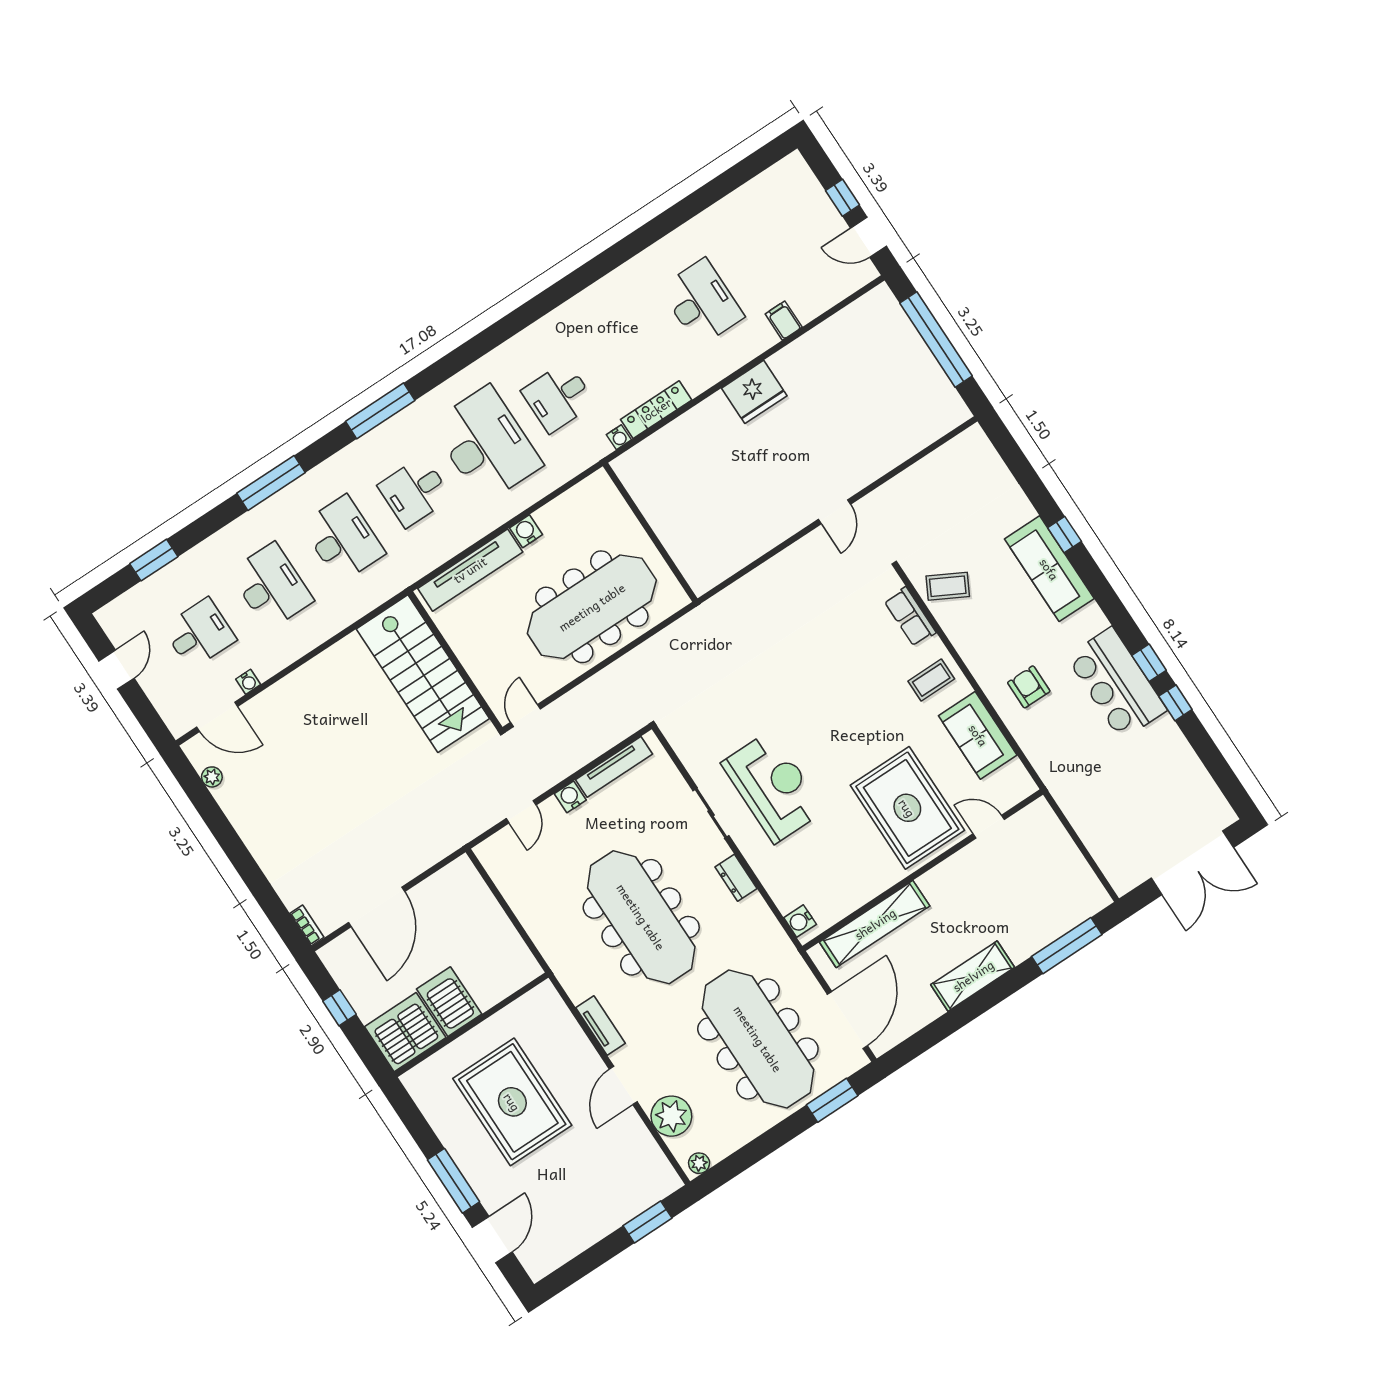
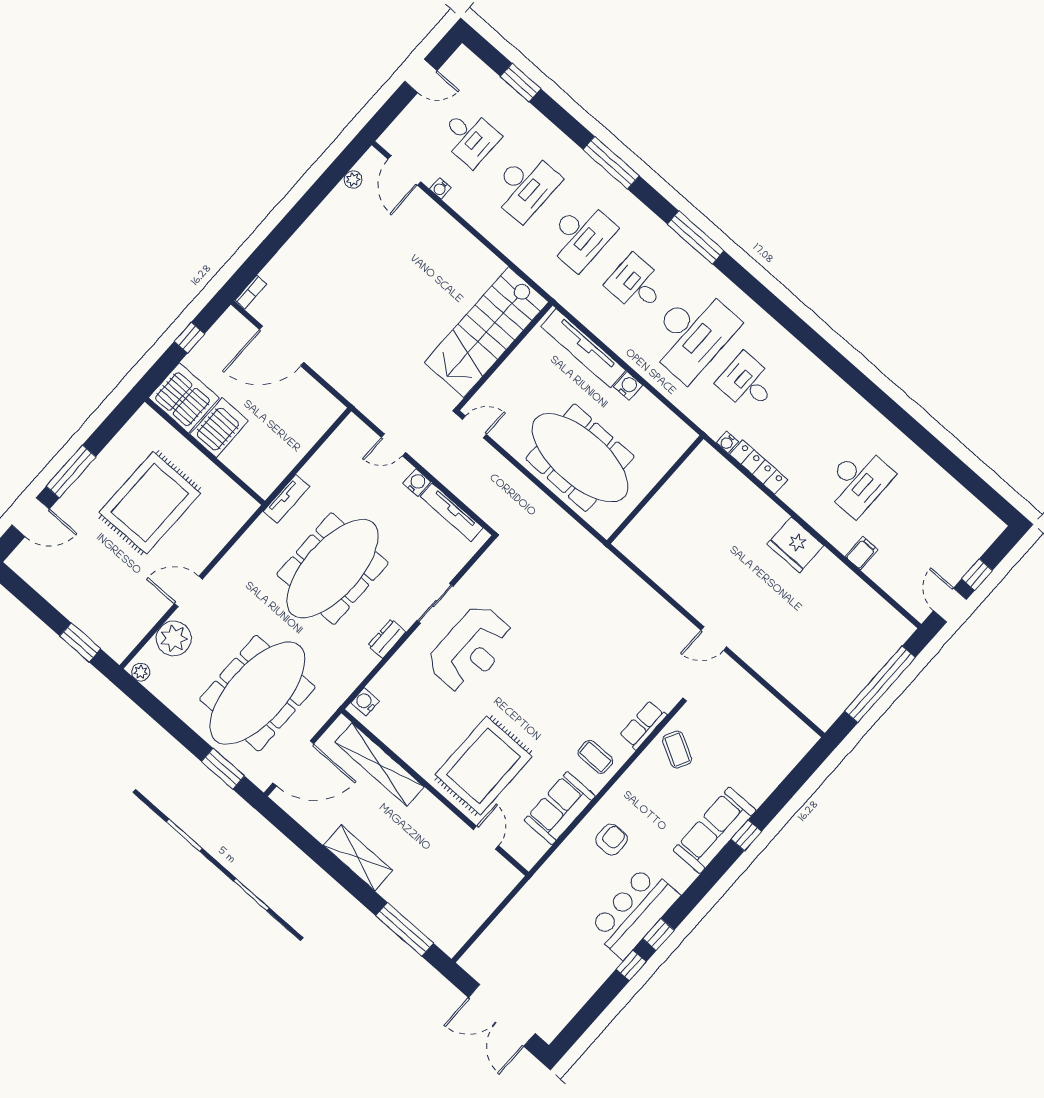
tv unit: (601, 1026) -> (287, 499), moved

